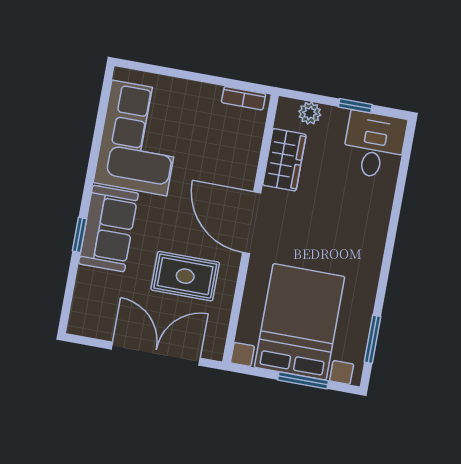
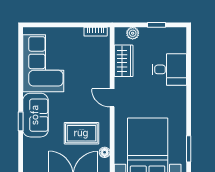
desk: (374, 145) -> (169, 69), moved, turned 90
door: (252, 223) -> (112, 98), width x0.53
floor lamp: (220, 318) -> (105, 152), added

